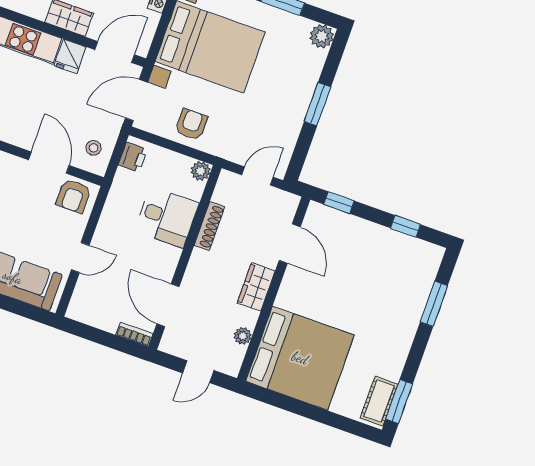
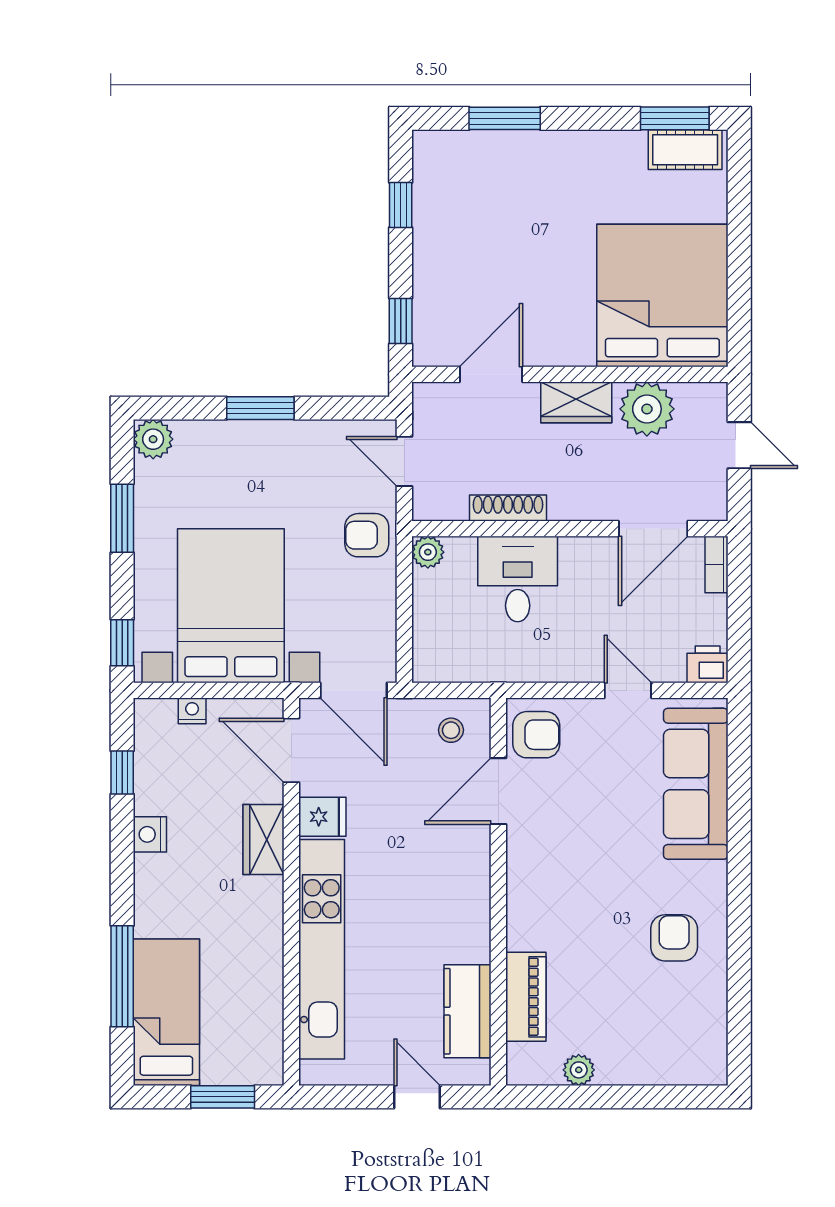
armchair: (191, 124) -> (367, 535), moved
printer: (133, 157) -> (708, 664), moved
plant: (243, 336) -> (647, 409), width x1.88, depth x1.88

